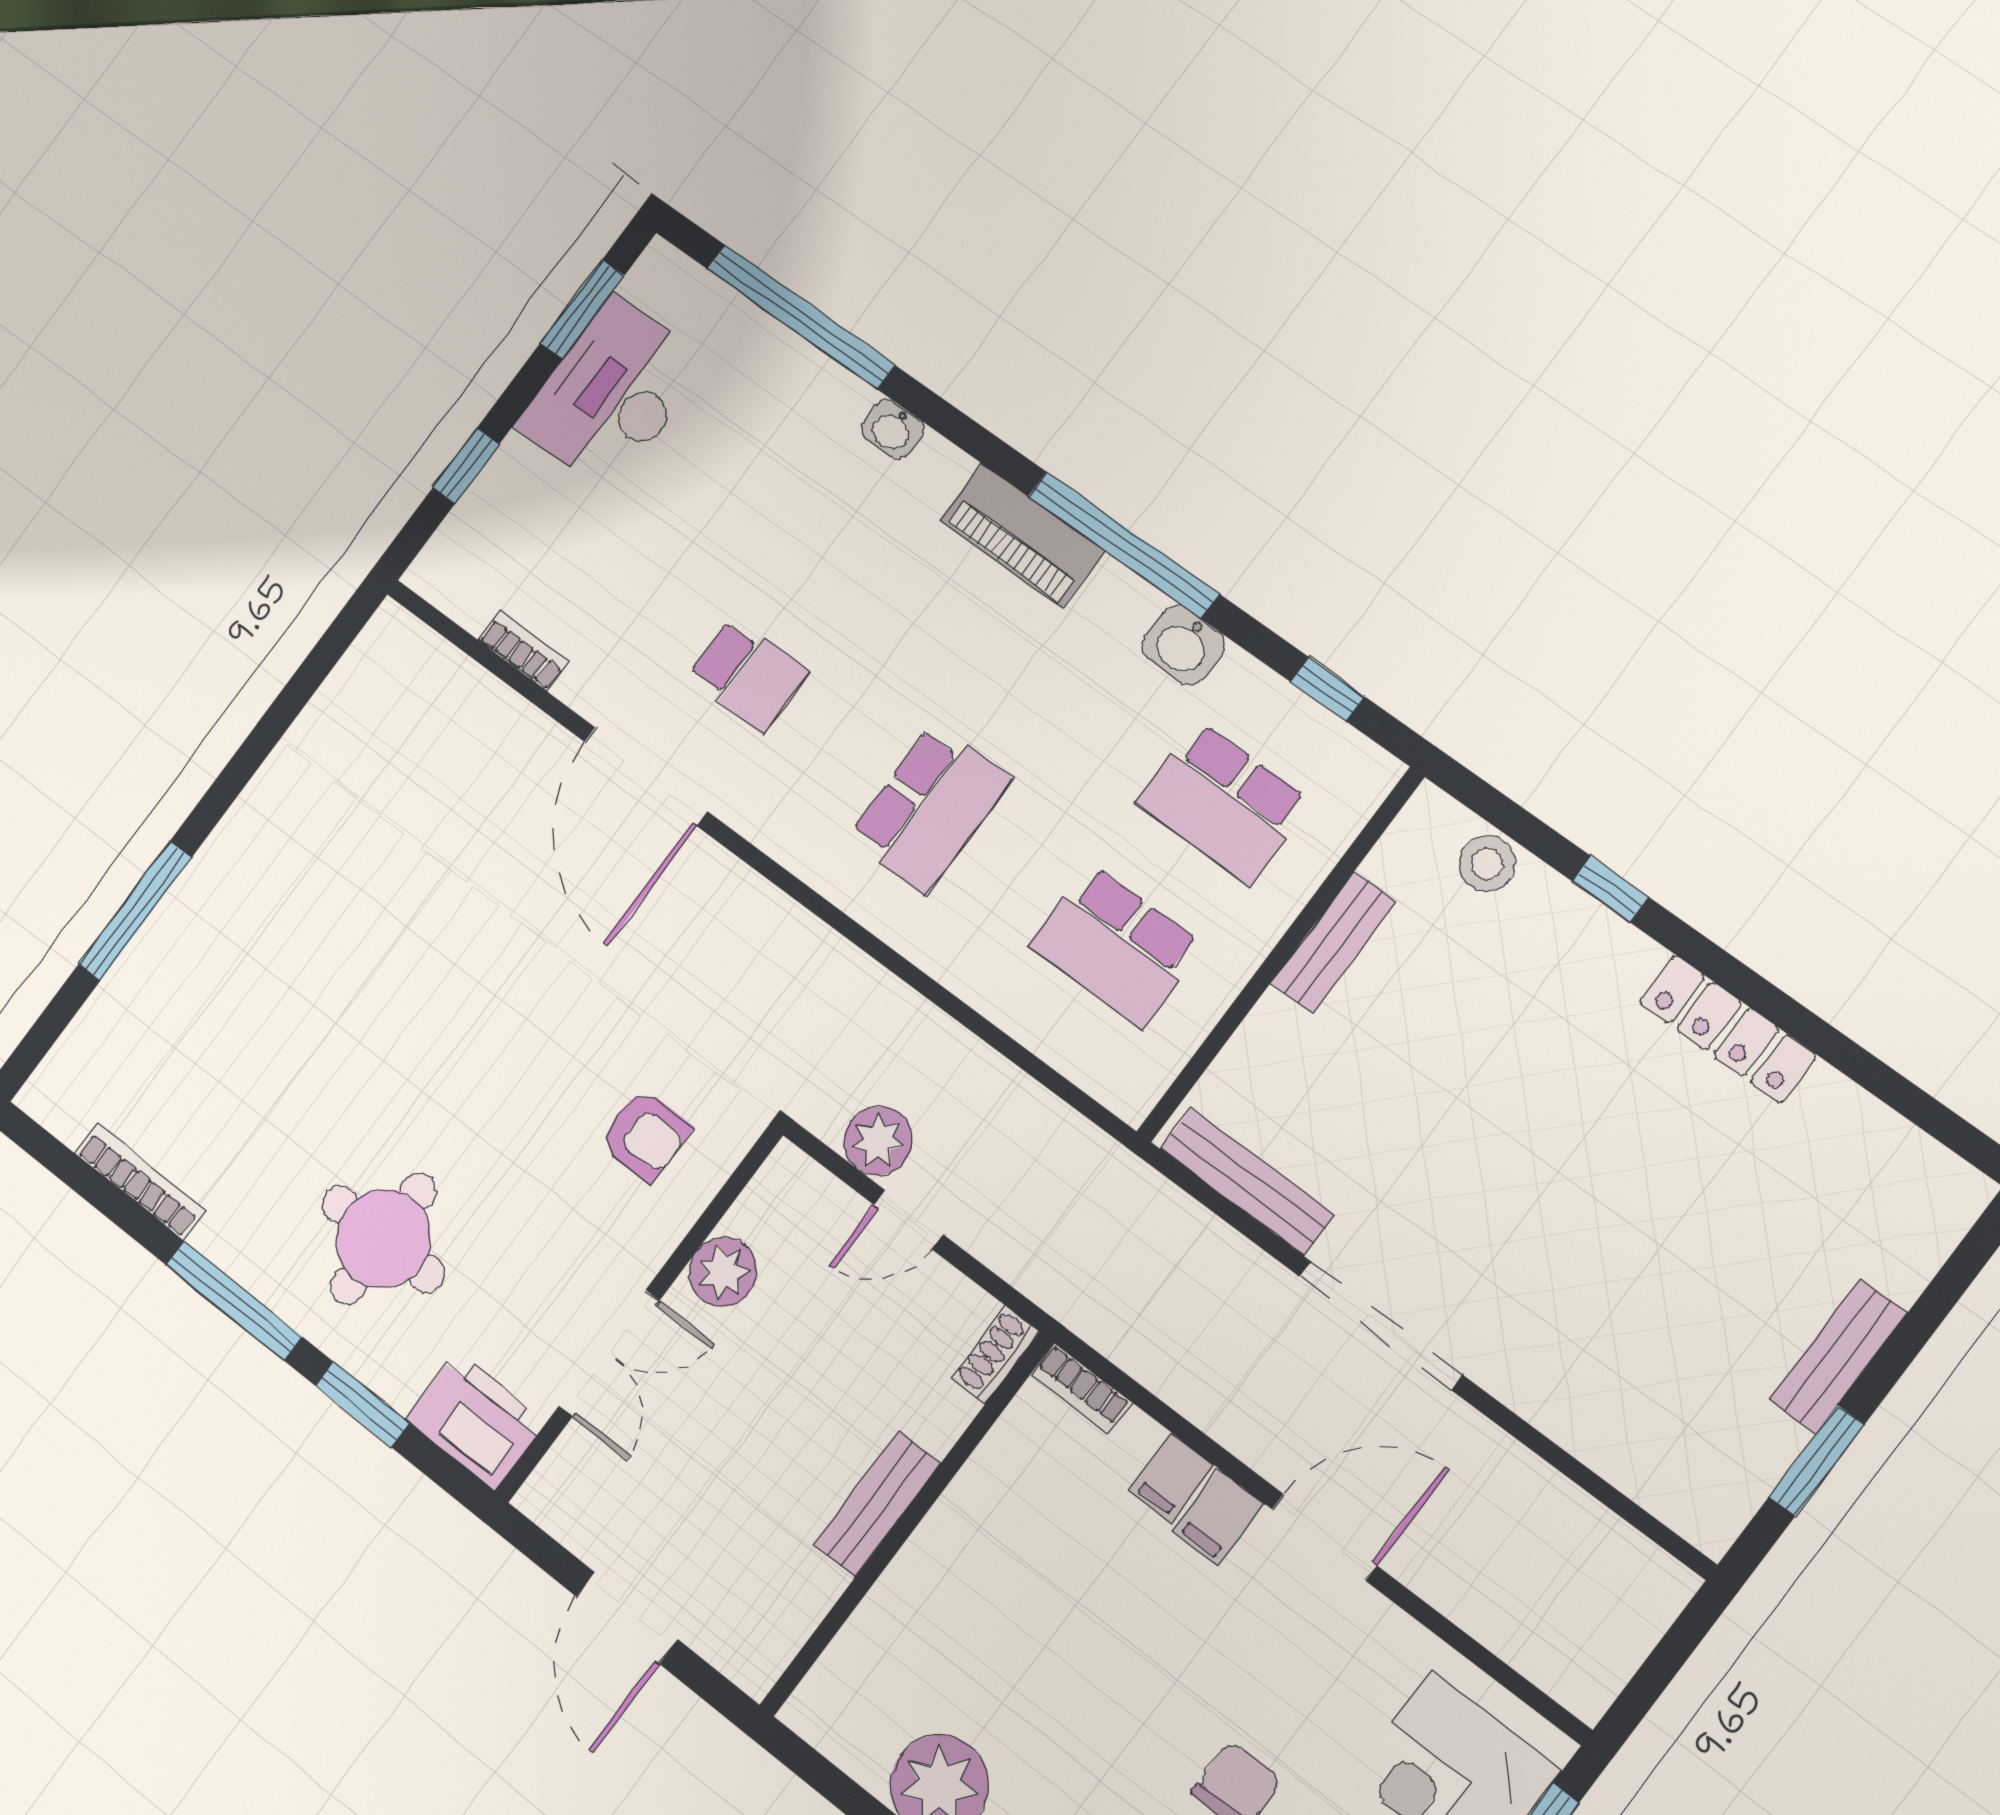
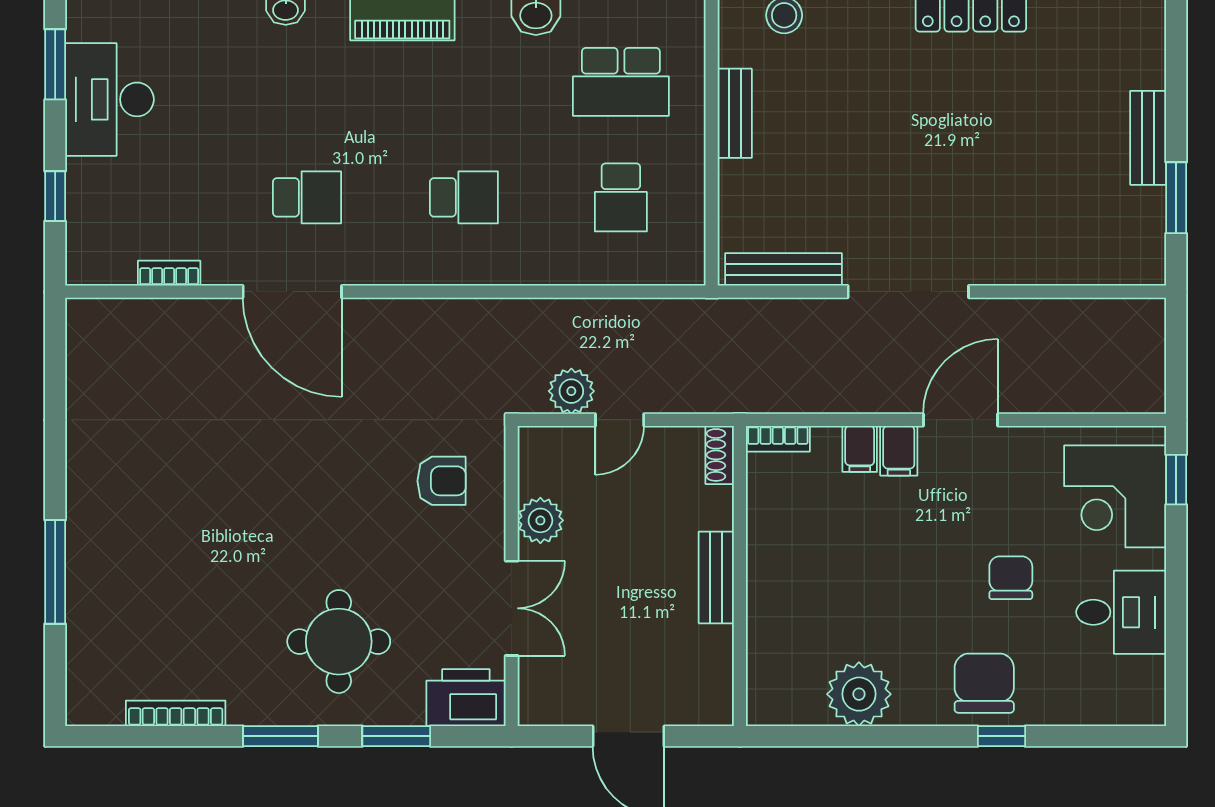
school desk: (930, 809) -> (464, 197), width x0.54
school desk: (1116, 946) -> (621, 197), width x0.54
window: (234, 1301) -> (280, 736), width x0.69

